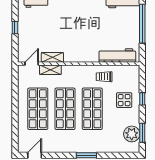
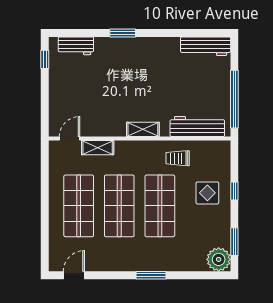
window: (142, 24) -> (234, 99), moved
window: (15, 28) -> (45, 59), moved
shelving: (52, 57) -> (143, 129), moved
plant: (132, 134) -> (219, 259), moved

